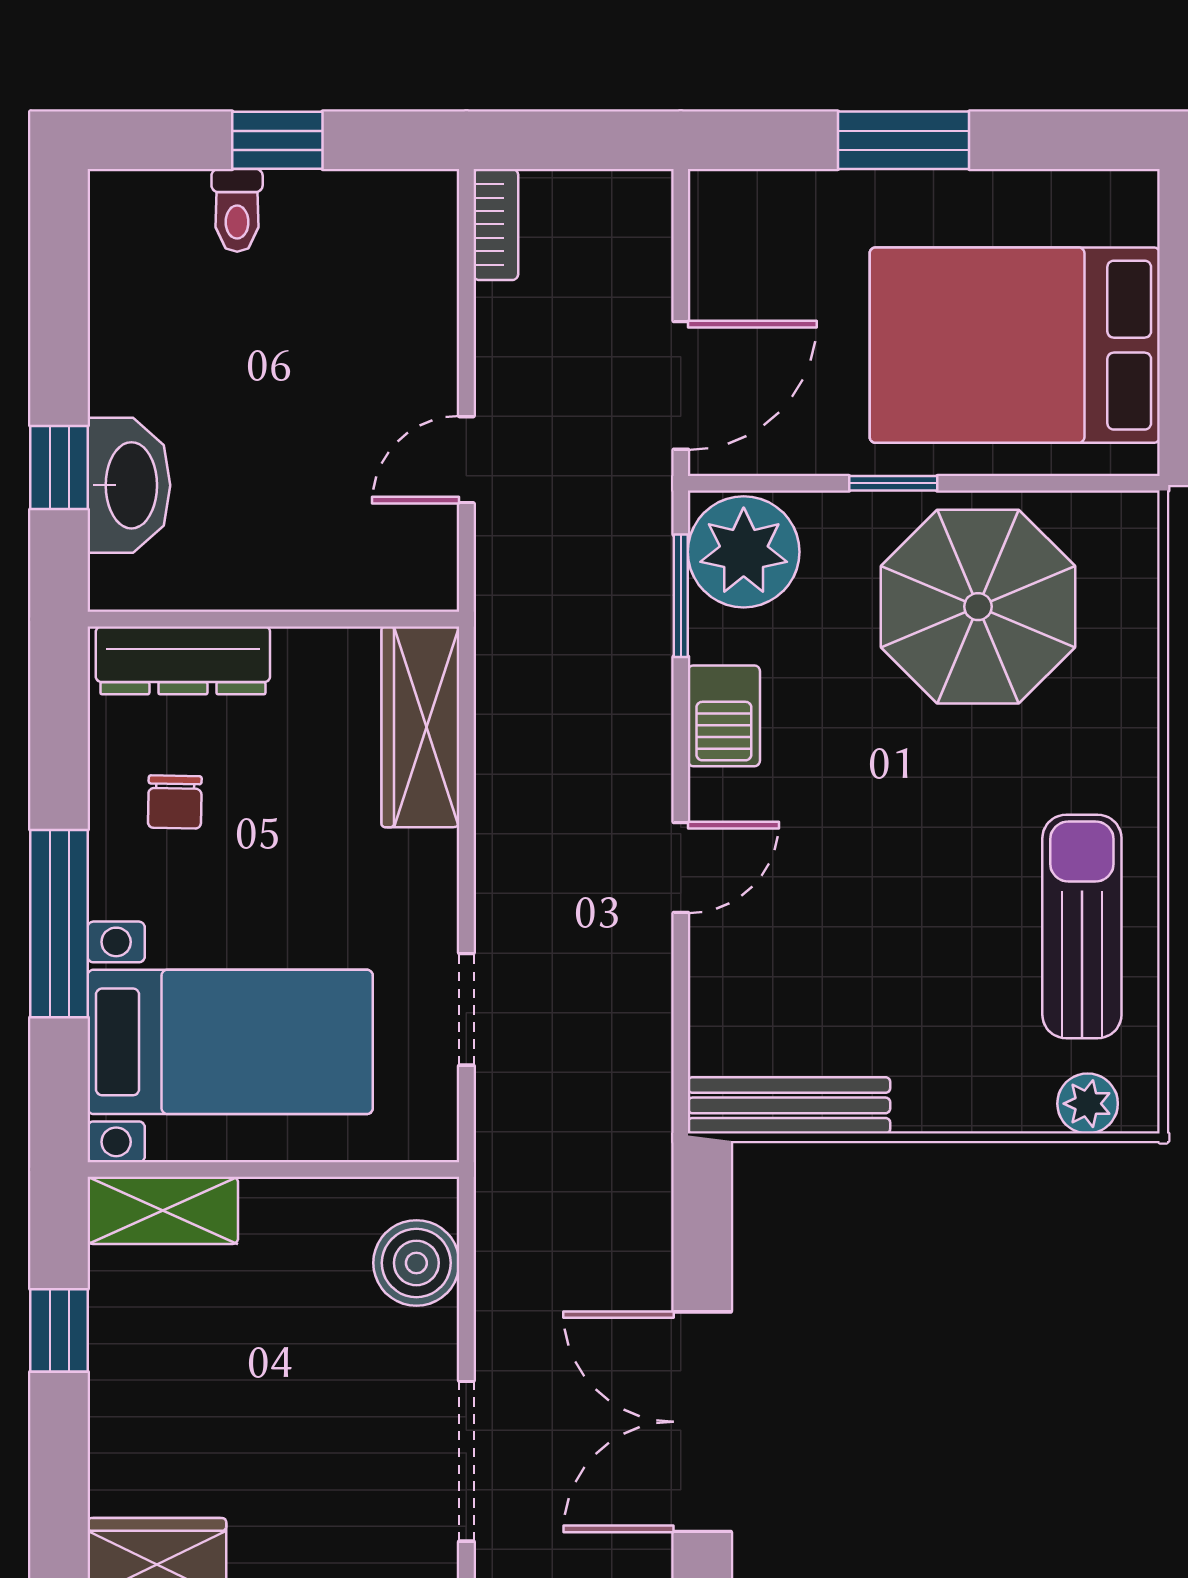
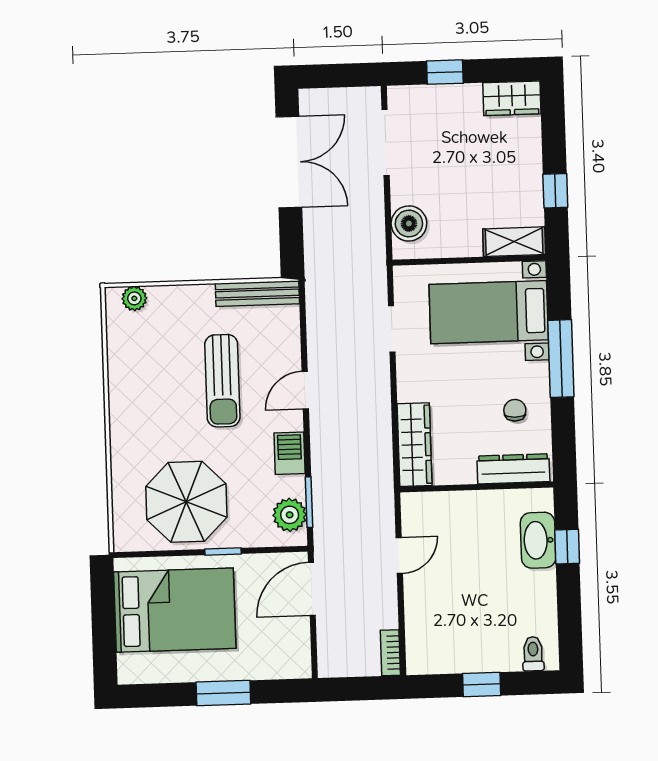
toilet: (237, 210) -> (533, 654), moved
plant: (744, 552) -> (290, 515), width x0.73, depth x0.73
sun lounger: (1082, 926) -> (222, 381), moved

